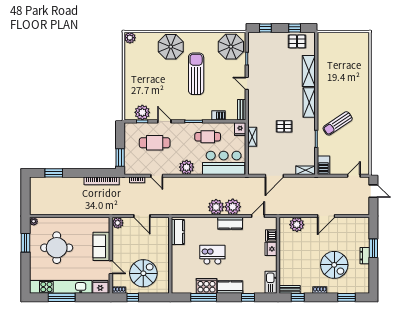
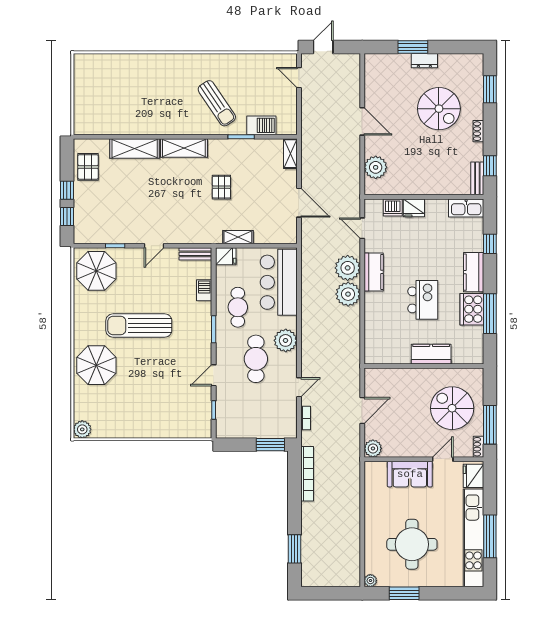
window: (295, 28) -> (67, 190), moved
plant: (142, 112) -> (200, 410), removed
cafe table: (155, 143) -> (256, 359), moved
barbecue: (324, 165) -> (261, 125), moved
kitchen counter: (178, 232) -> (431, 354), moved
kitchen island: (212, 255) -> (423, 300), turned 180
spiral stairs: (334, 265) -> (439, 109), turned 90
window: (133, 297) -> (490, 425), width x2.17

